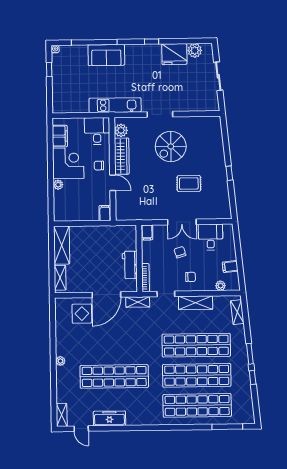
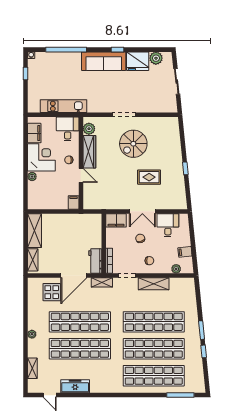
sofa: (106, 55) -> (104, 61), moved, width x1.36
kitchen unit: (115, 105) -> (64, 106), moved
filing cabinet: (147, 233) -> (116, 220), width x2.00
workbench: (130, 265) -> (95, 261), moved
shelving: (237, 312) -> (191, 293), removed
shop shelf: (114, 346) -> (80, 322), added
shelving: (62, 415) -> (32, 368), moved

